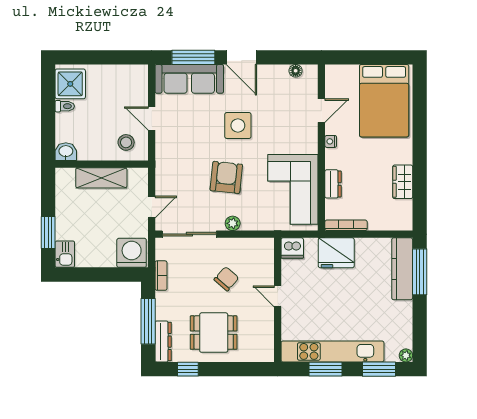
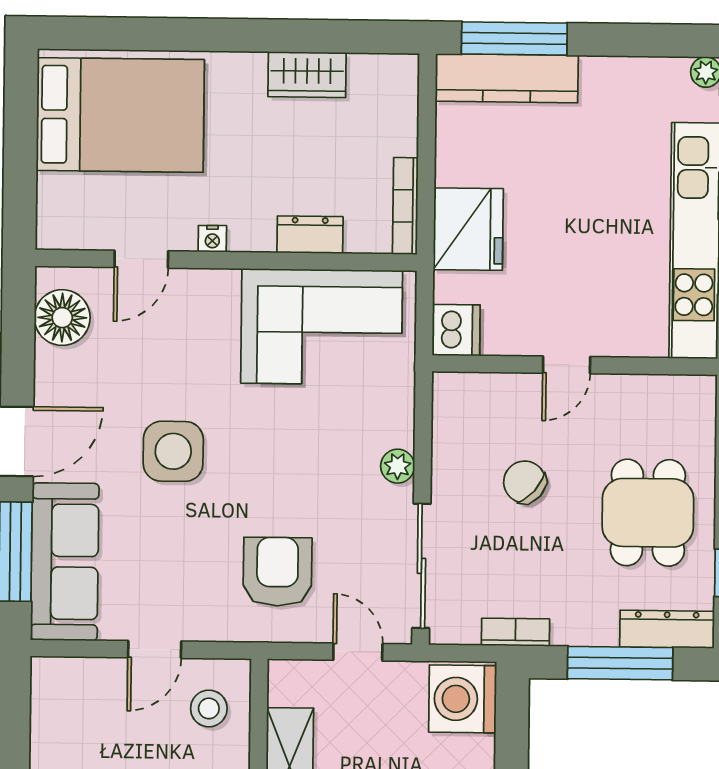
floor lamp: (296, 71) -> (62, 318), width x1.89, depth x1.89
door: (321, 111) -> (141, 259), swing flipped
armchair: (226, 177) -> (277, 572), moved, turned 84

